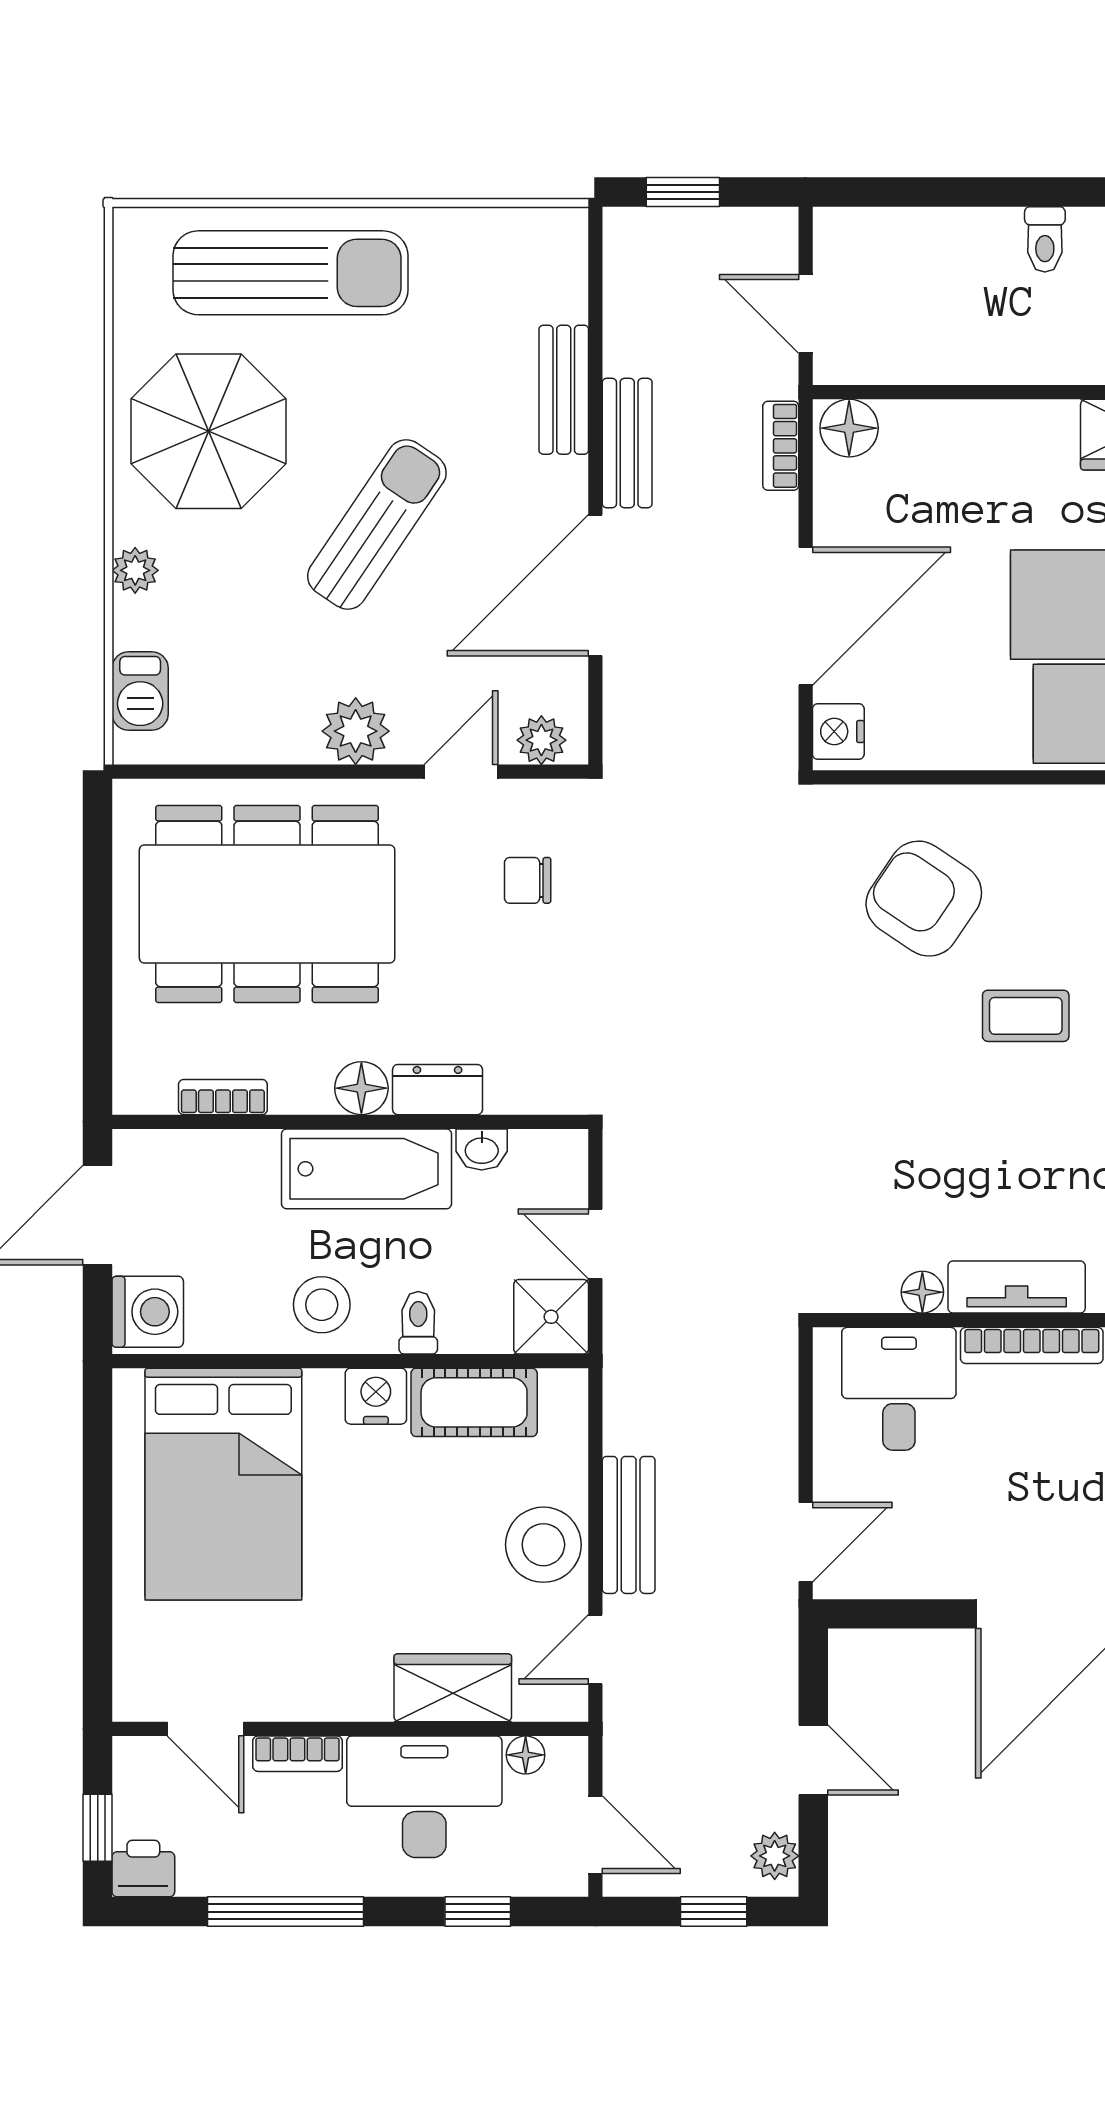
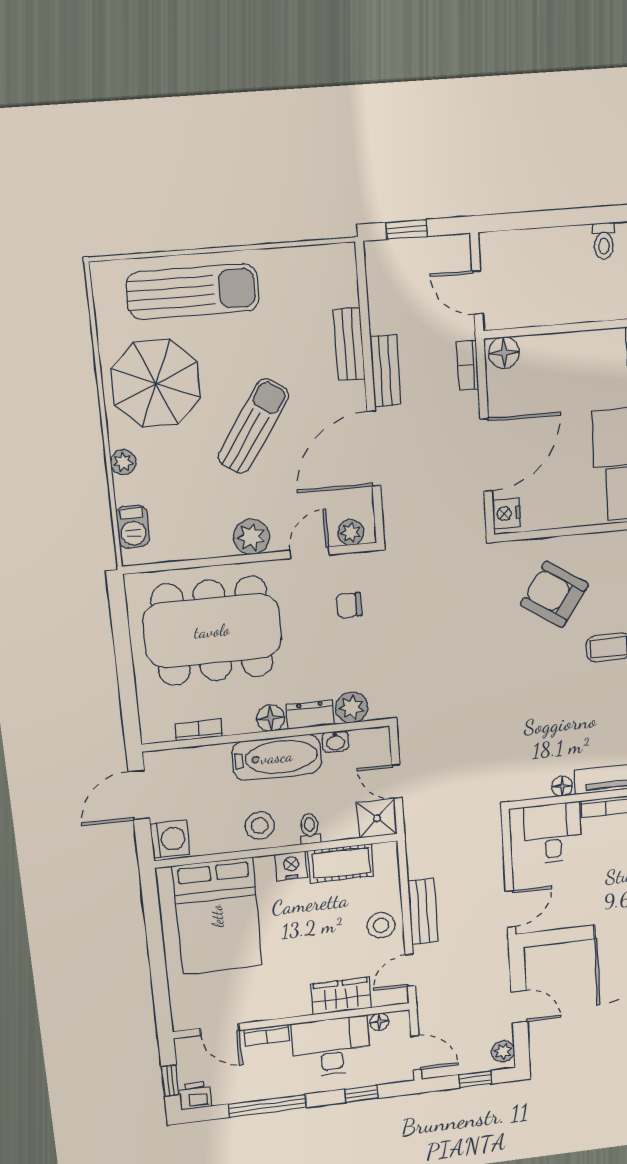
plant: (518, 1084) -> (352, 707), added
stool: (543, 1545) -> (381, 925), width x0.73, depth x0.73

